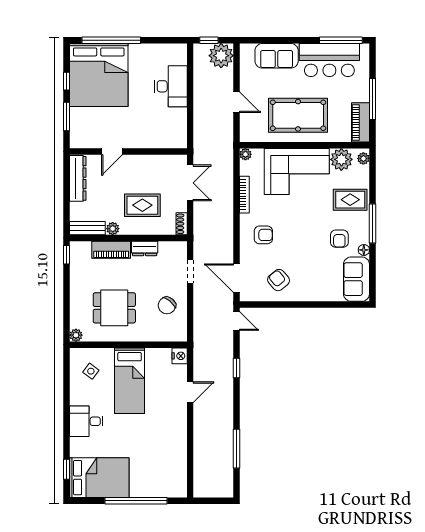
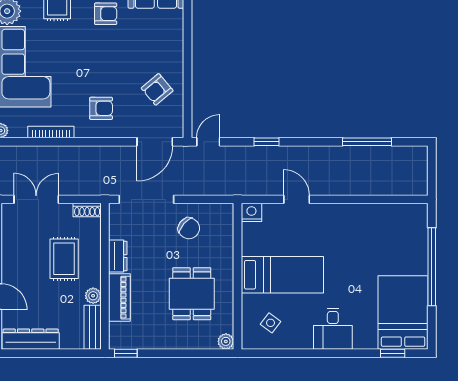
armchair: (263, 235) -> (101, 108), turned 90
doorway: (190, 271) -> (146, 199), width x1.88

